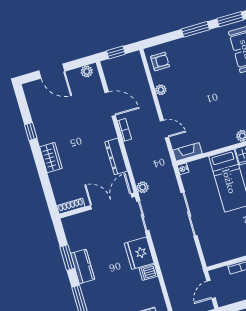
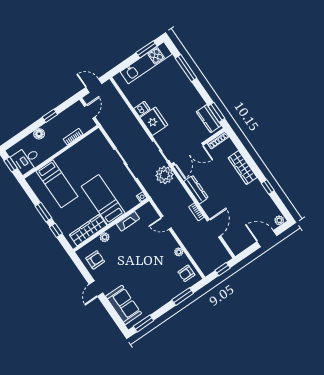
window: (195, 29) -> (183, 297), moved
plant: (87, 71) -> (279, 220), moved
door: (110, 104) -> (214, 228), swing flipped
fireplace: (188, 152) -> (128, 221), moved
wardrobe: (51, 158) -> (243, 168), width x1.50
plant: (143, 187) -> (165, 175), width x1.88, depth x1.88
window: (67, 258) -> (216, 112), moved
kitchen counter: (83, 266) -> (209, 119), moved

